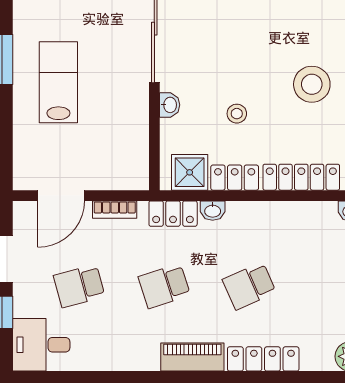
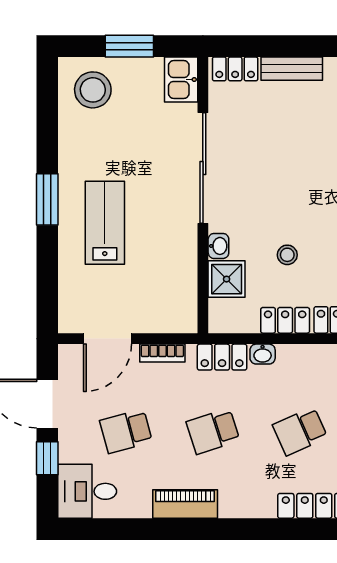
shower: (190, 172) -> (227, 279), moved
piano: (192, 357) -> (185, 504), moved

